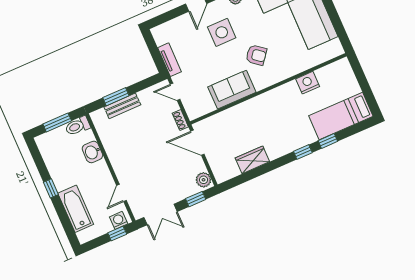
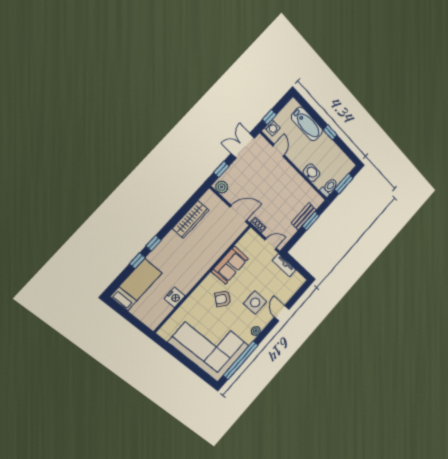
wardrobe: (252, 160) -> (191, 219), width x1.50

